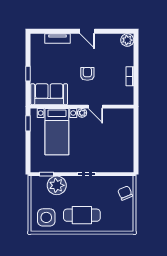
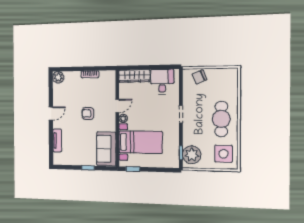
wardrobe: (127, 125) -> (134, 76), added
desk: (121, 155) -> (162, 82), added
plant: (57, 185) -> (192, 155), moved

